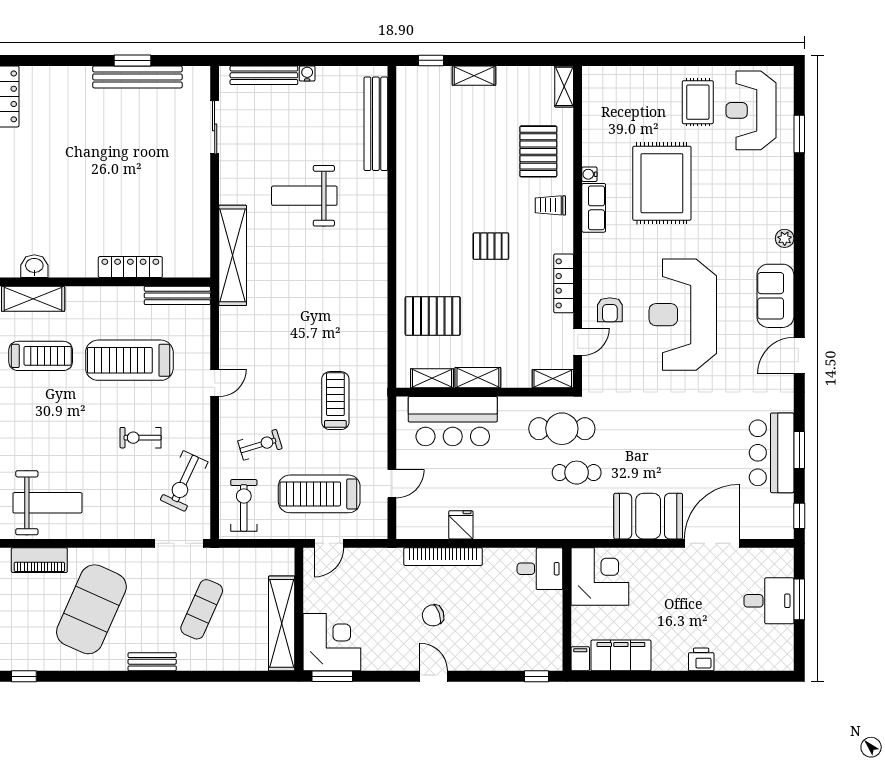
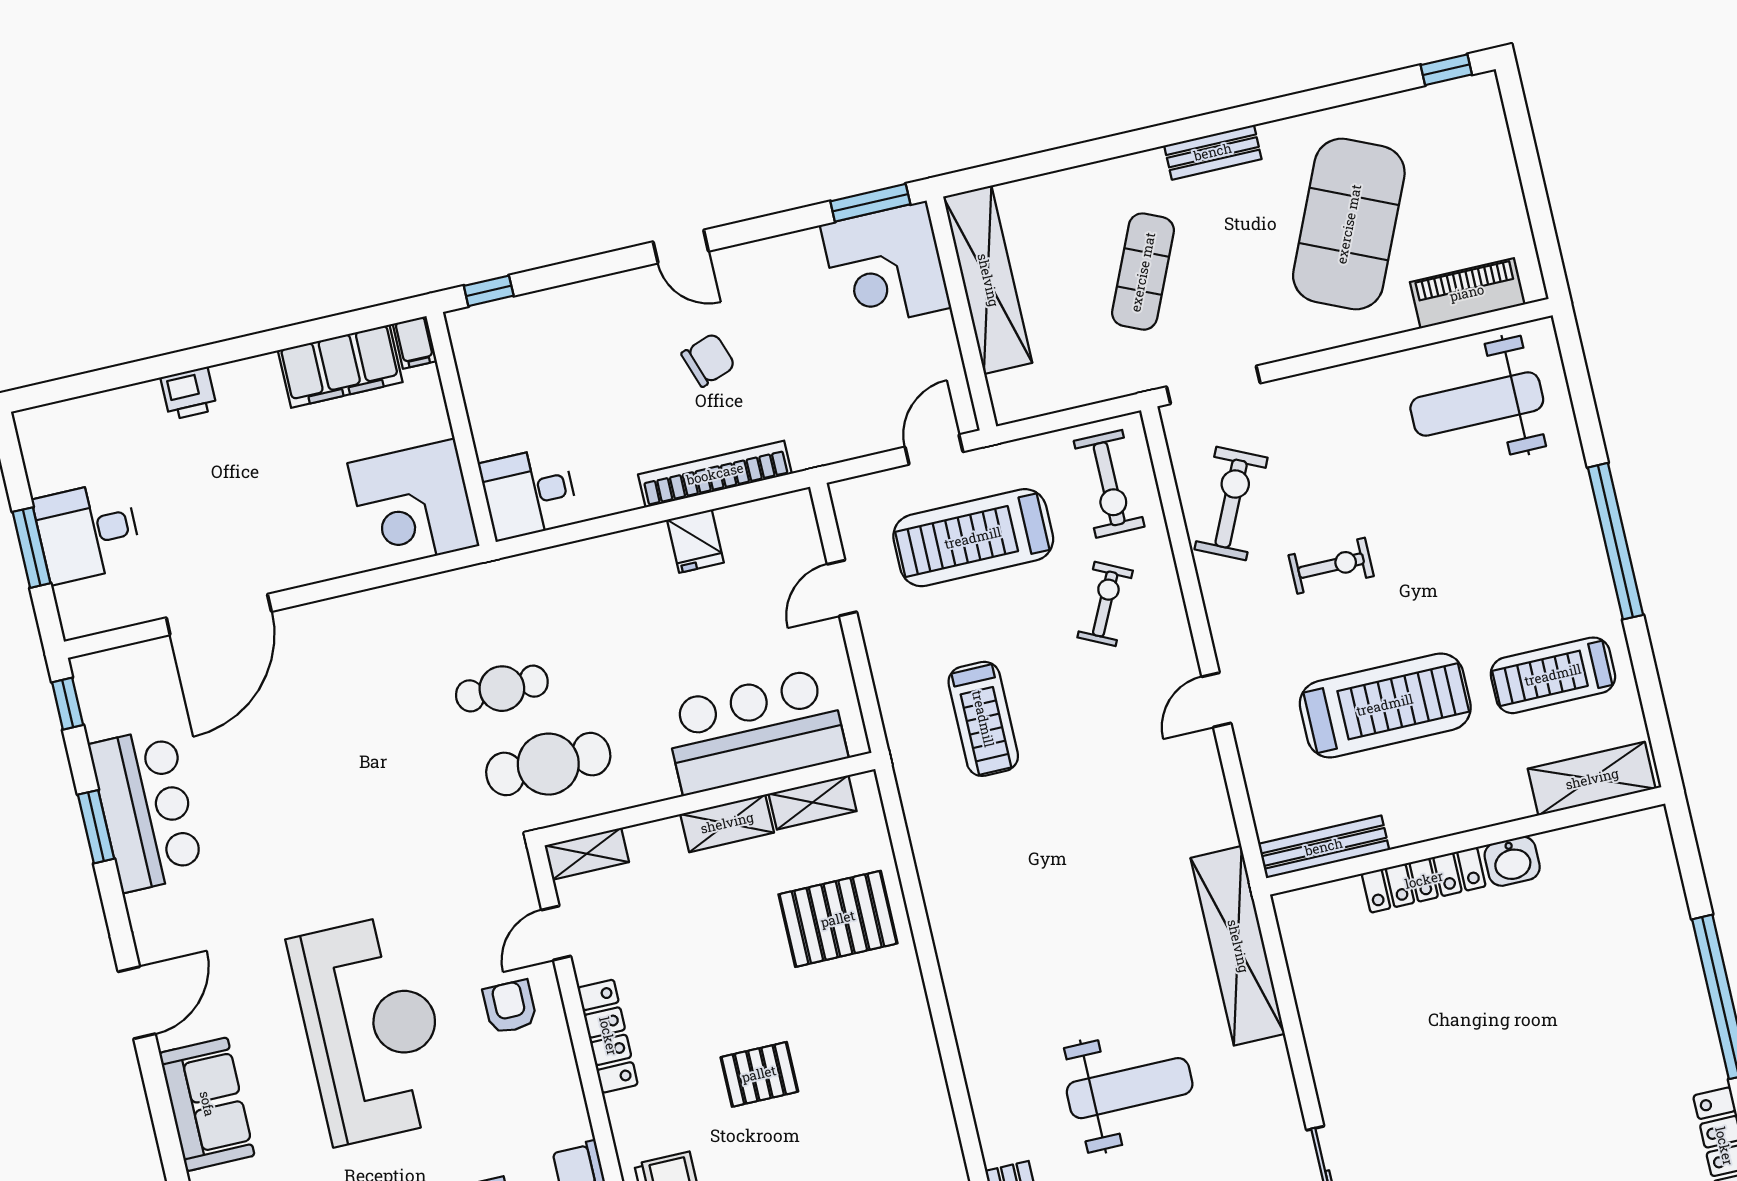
washbasin: (34, 266) -> (1512, 861), moved
exercise bike: (260, 445) -> (1105, 604), turned 133
treadmill: (319, 494) -> (973, 538), turned 180
booth: (648, 516) -> (349, 638), removed

